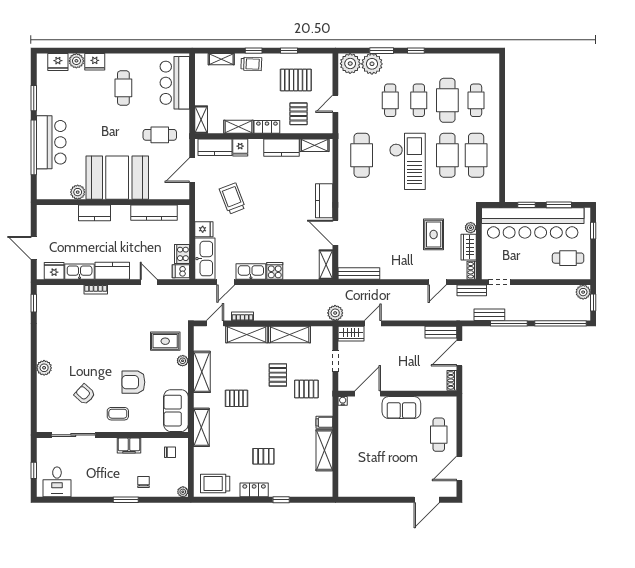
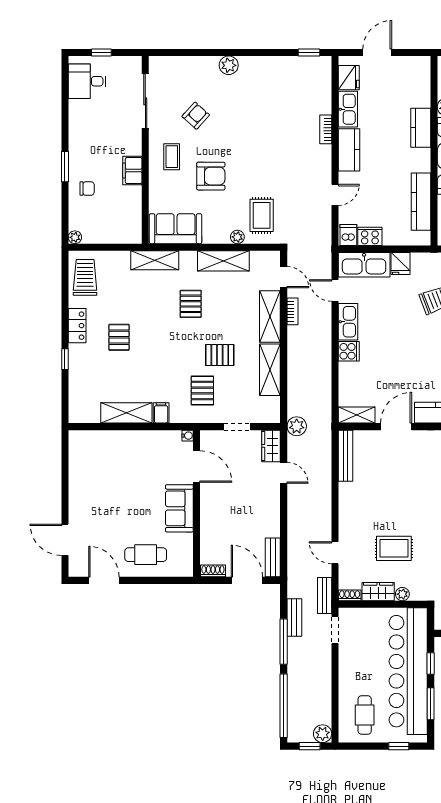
armchair: (133, 382) -> (211, 176), turned 90
chair: (170, 452) -> (124, 221), removed

